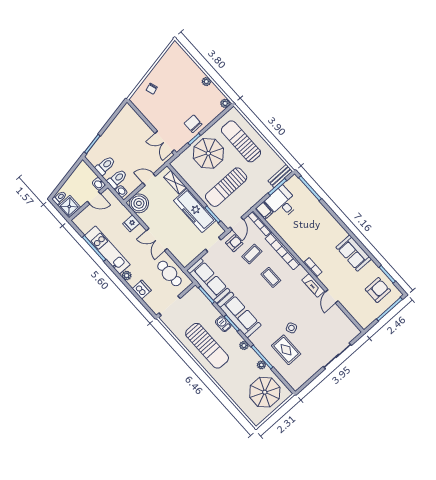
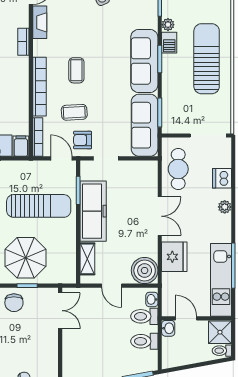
fridge: (131, 223) -> (174, 257), width x1.88, depth x1.34
door: (237, 223) -> (62, 158), hinge flipped
kitchen unit: (107, 250) -> (221, 280), moved
barbecue: (223, 324) -> (169, 43), moved

